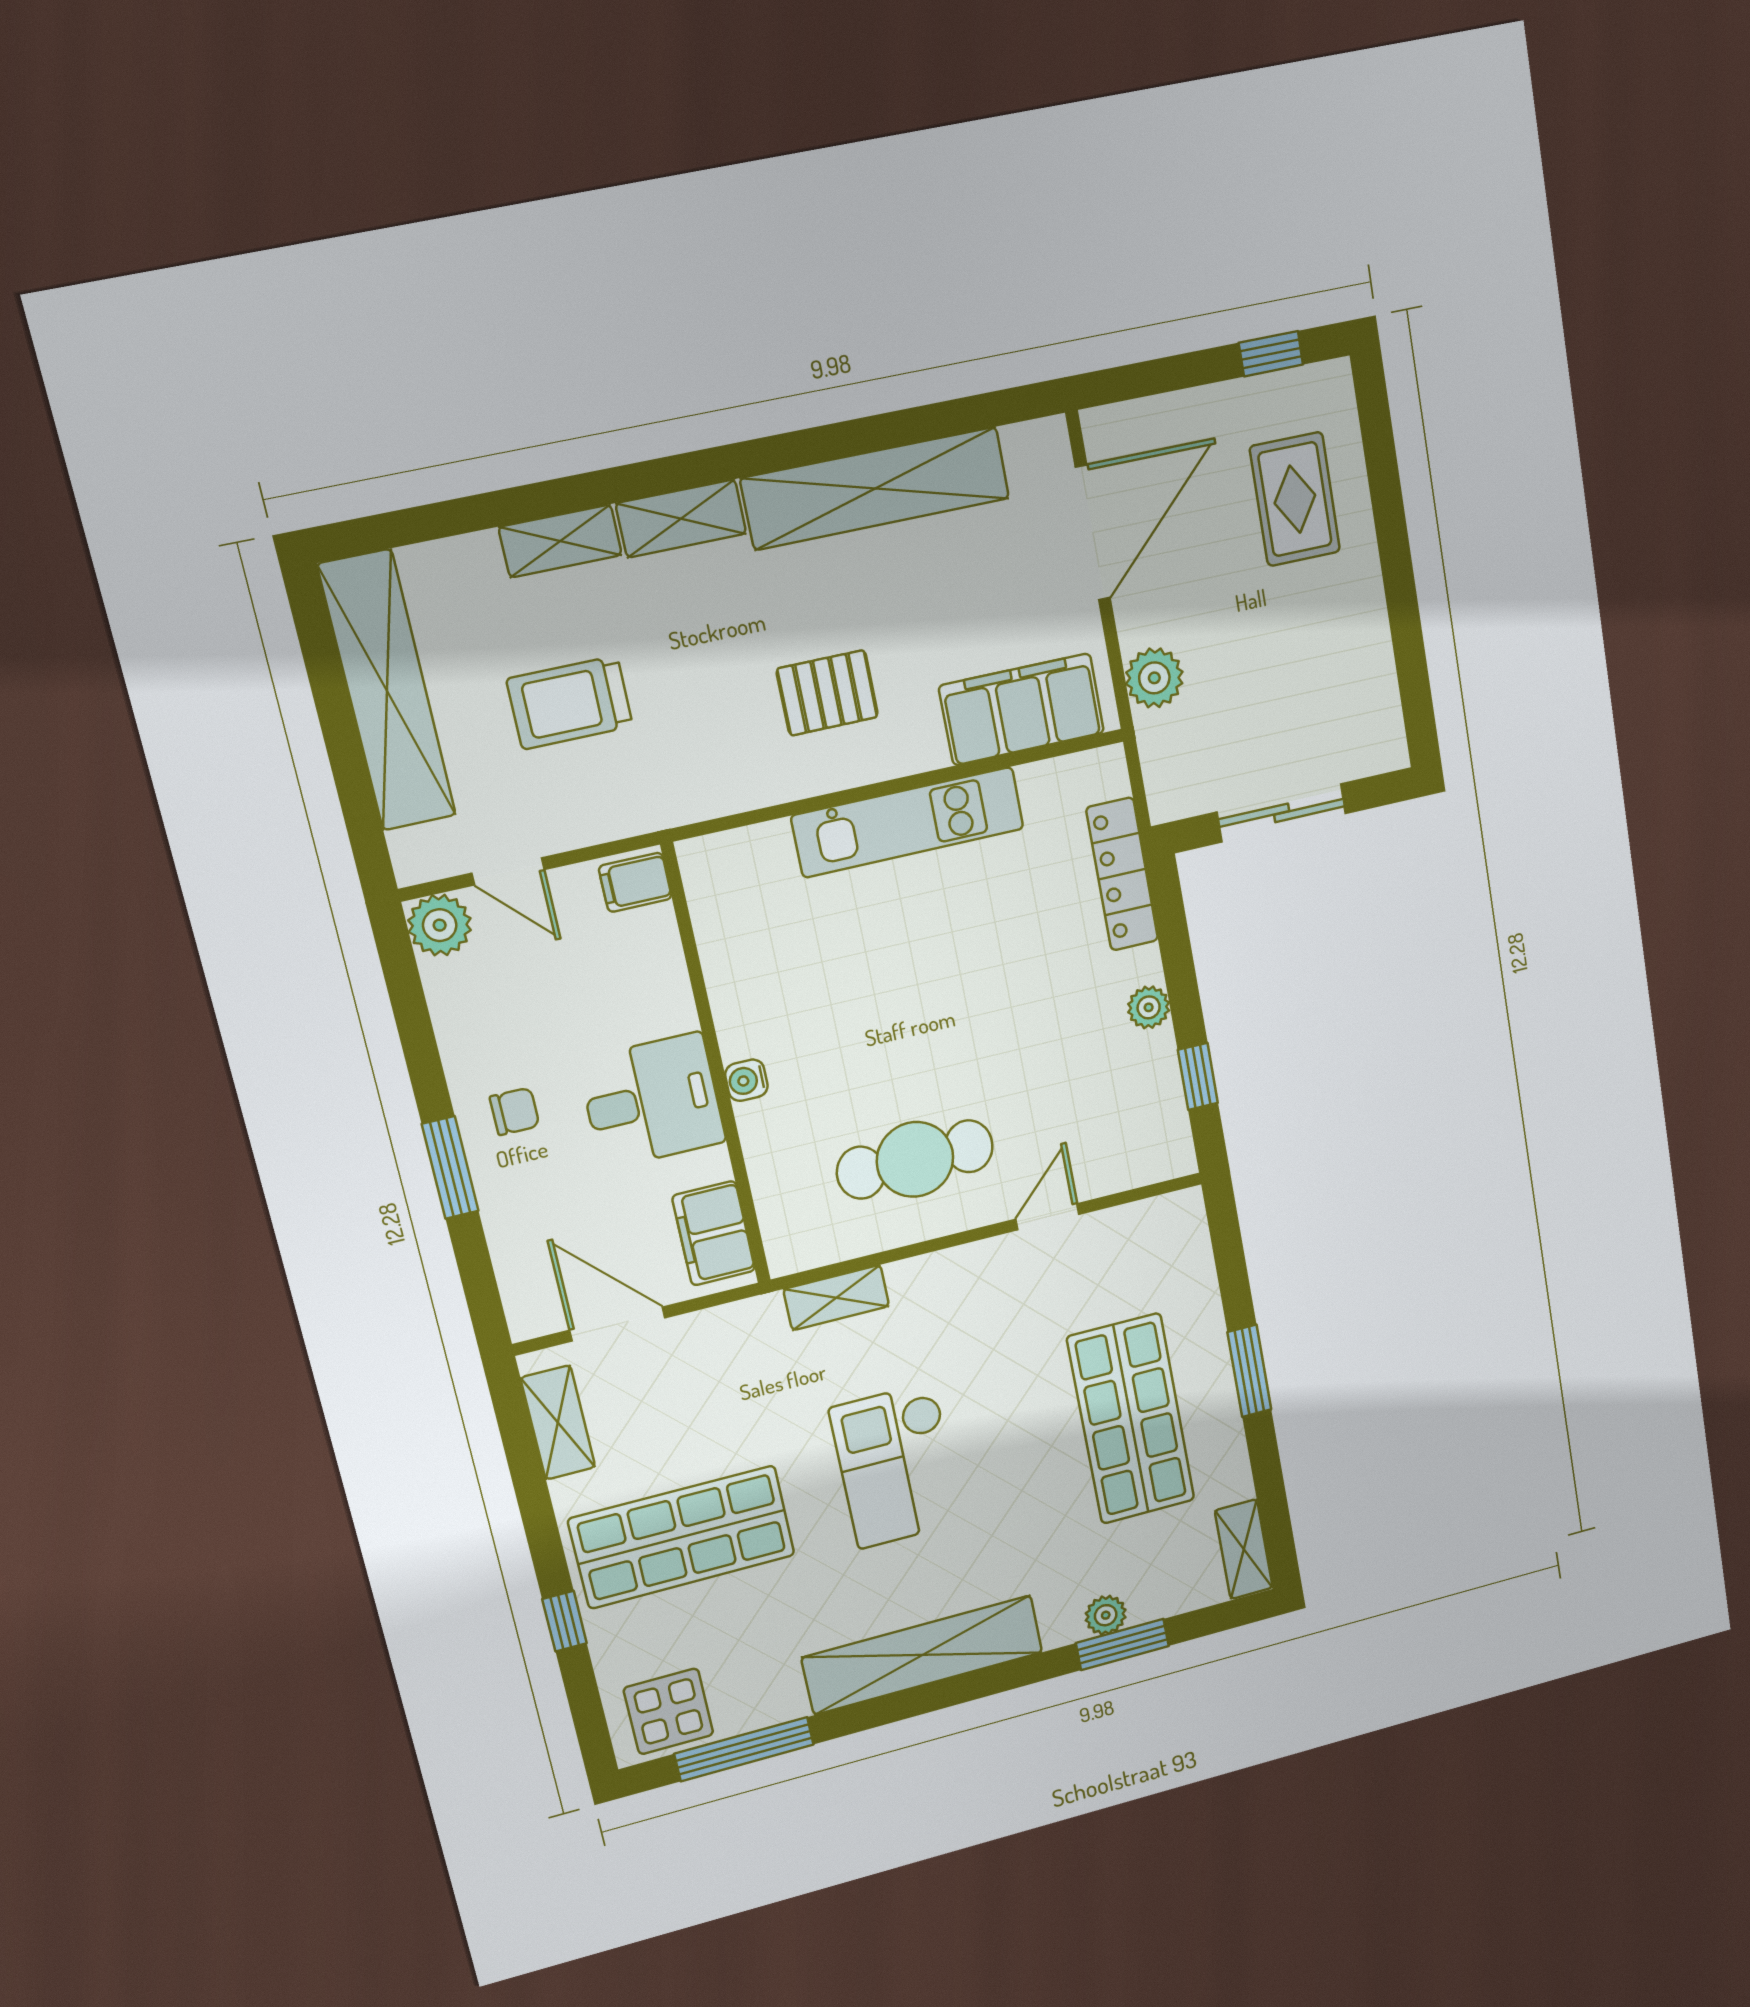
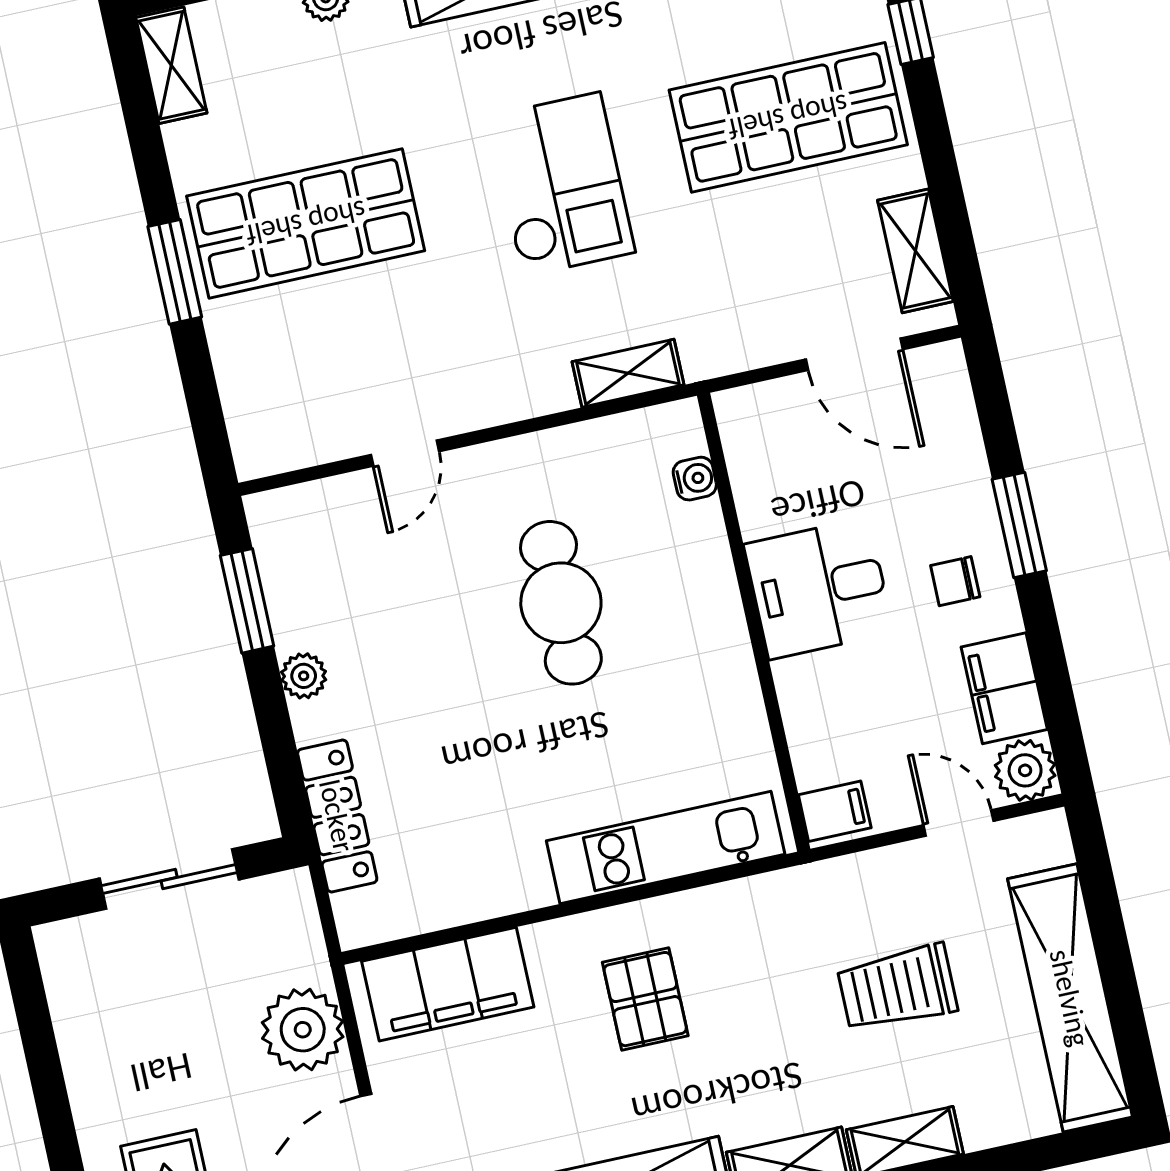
plant: (1154, 678) -> (303, 1030), width x1.36, depth x1.36
pallet: (827, 693) -> (645, 999), turned 90
trolley: (570, 703) -> (897, 988), turned 180
kitchen unit: (908, 822) -> (666, 847), moved
window: (1198, 1076) -> (247, 601), width x1.50
water cooler: (746, 1080) -> (695, 479), moved
cafe table: (915, 1159) -> (561, 603), moved, turned 90
filing cabinet: (714, 1233) -> (1004, 688), moved, turned 180
shop shelf: (1131, 1419) -> (306, 223), turned 90

